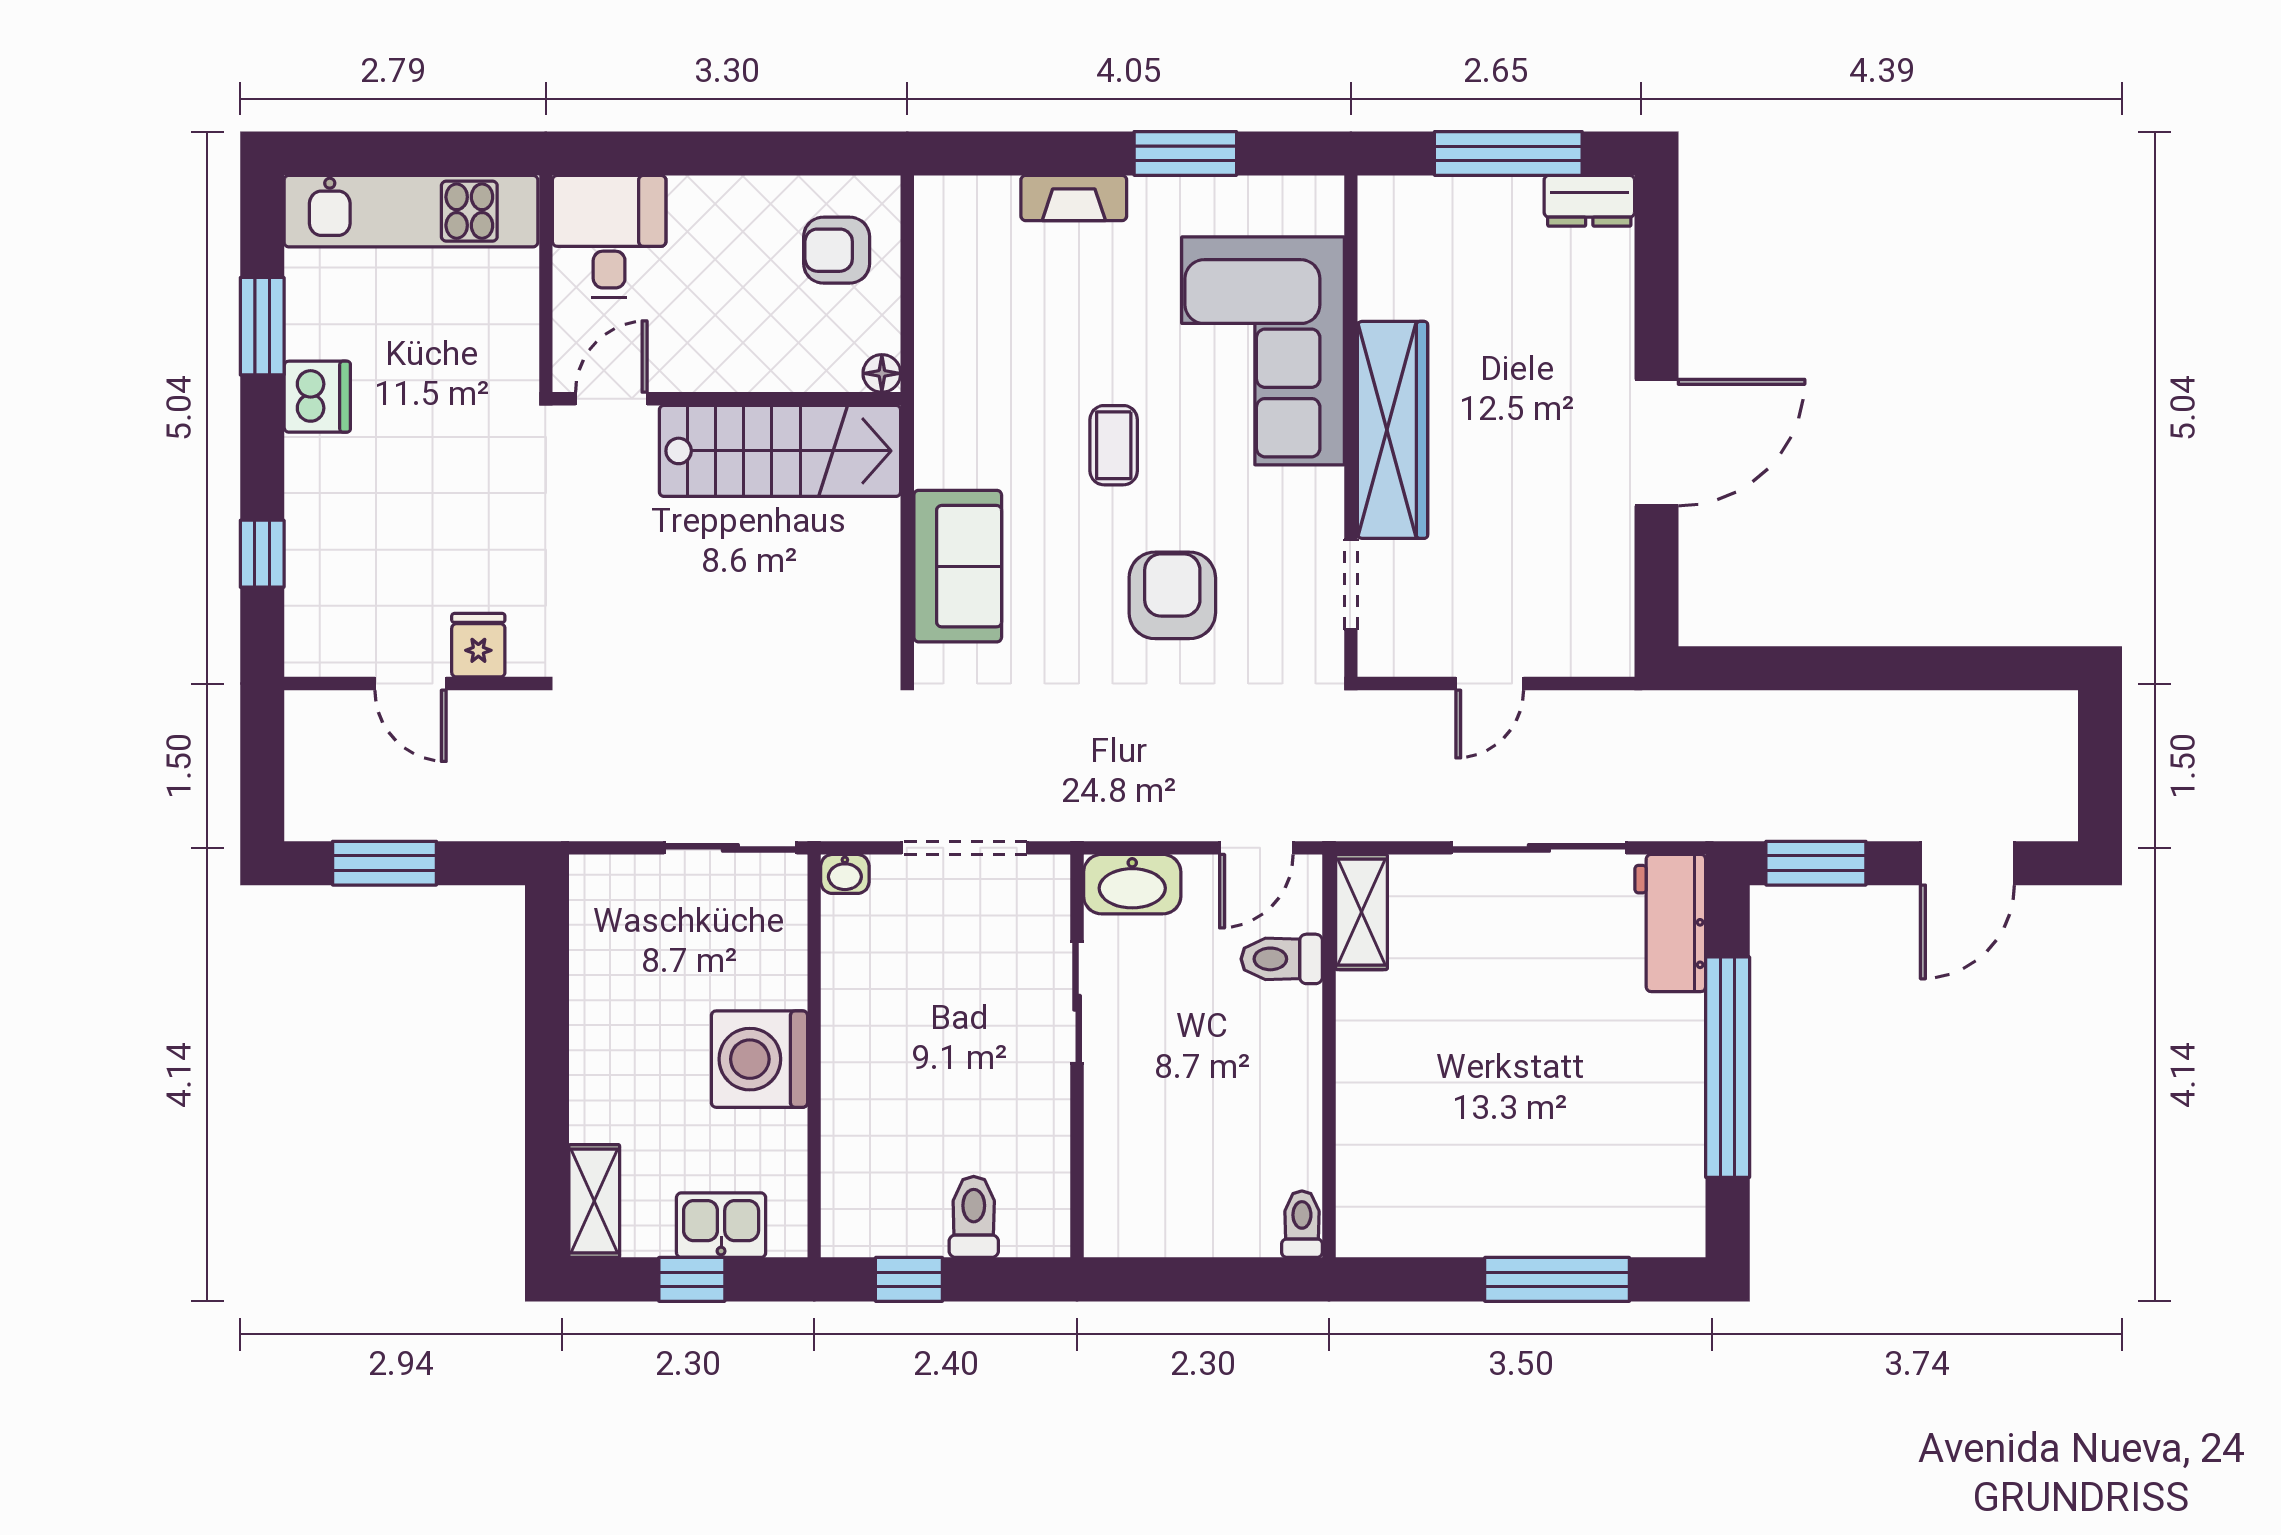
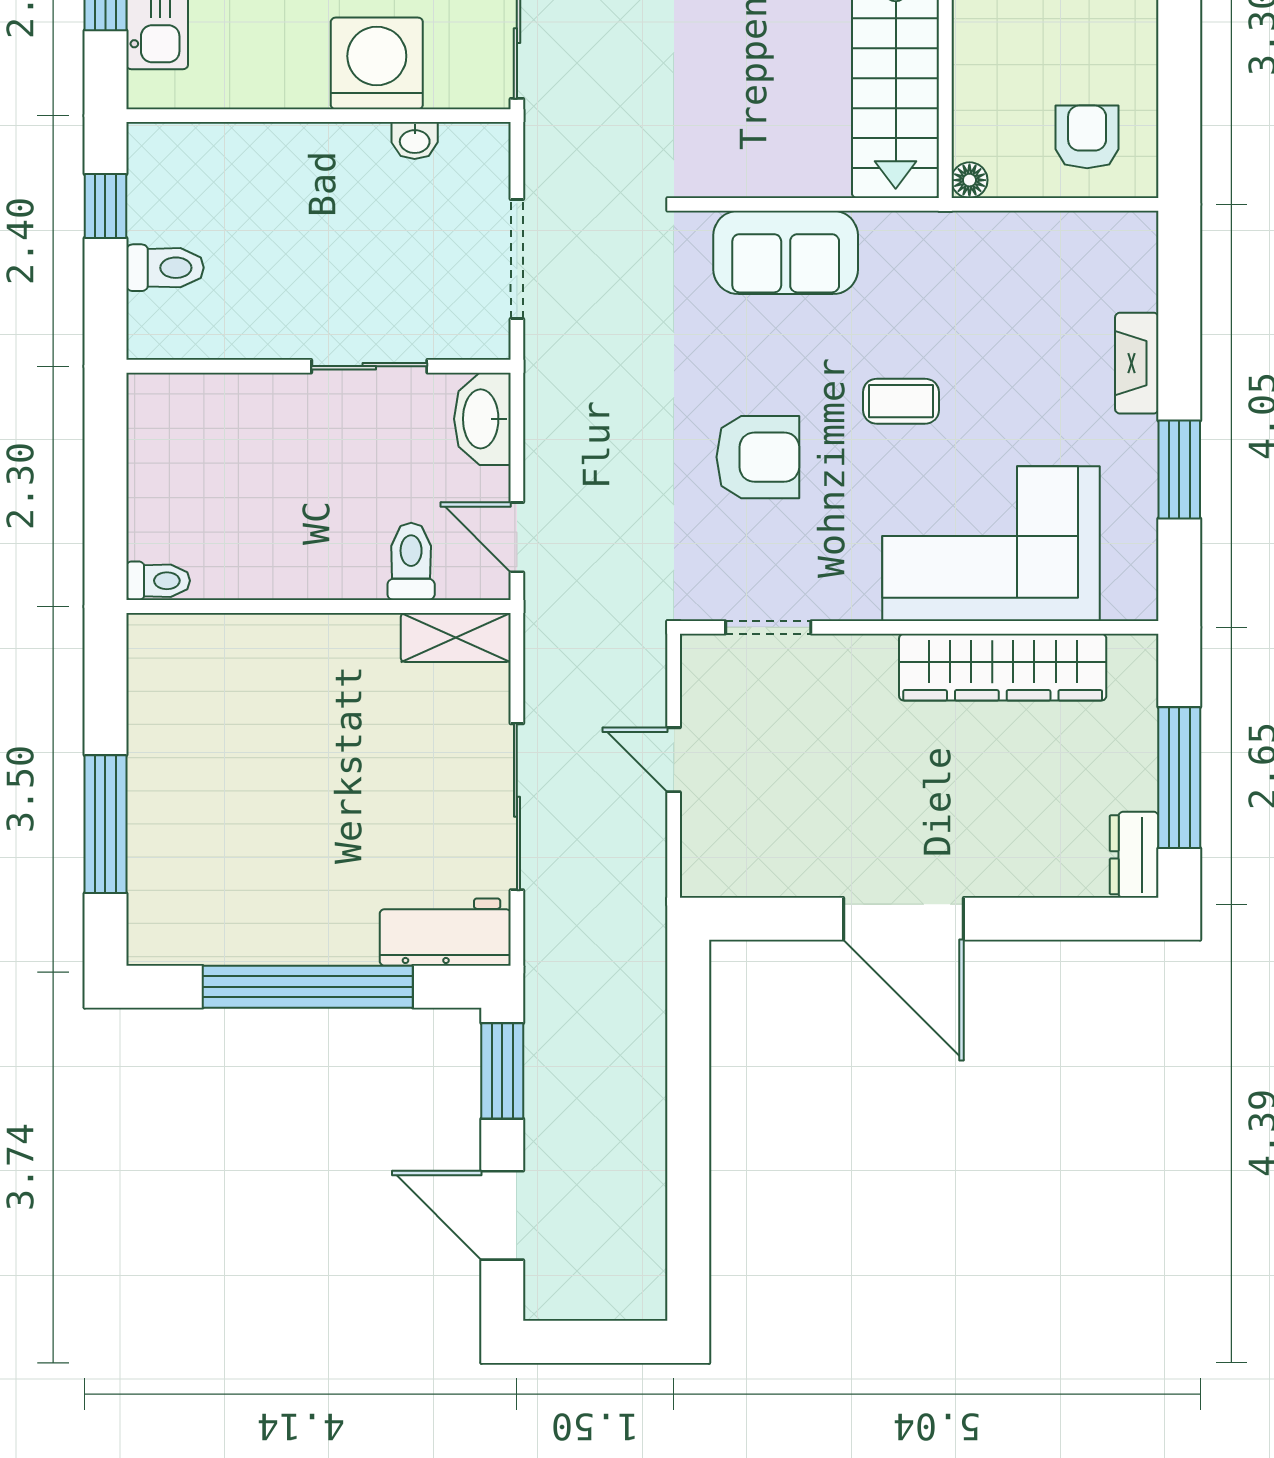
wardrobe: (1393, 430) -> (1003, 667), moved
washbasin: (845, 874) -> (415, 140), moved, turned -90
washing machine: (759, 1059) -> (377, 63), moved

